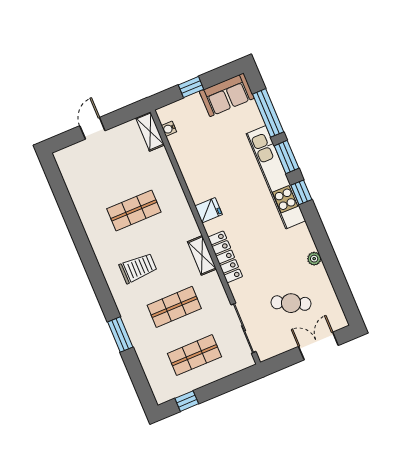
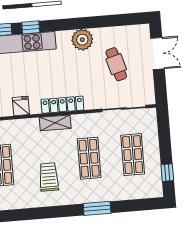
plant: (314, 259) -> (82, 40), width x1.87, depth x1.87
cafe table: (291, 303) -> (116, 64), turned -42
double door: (318, 346) -> (158, 53), swing flipped

